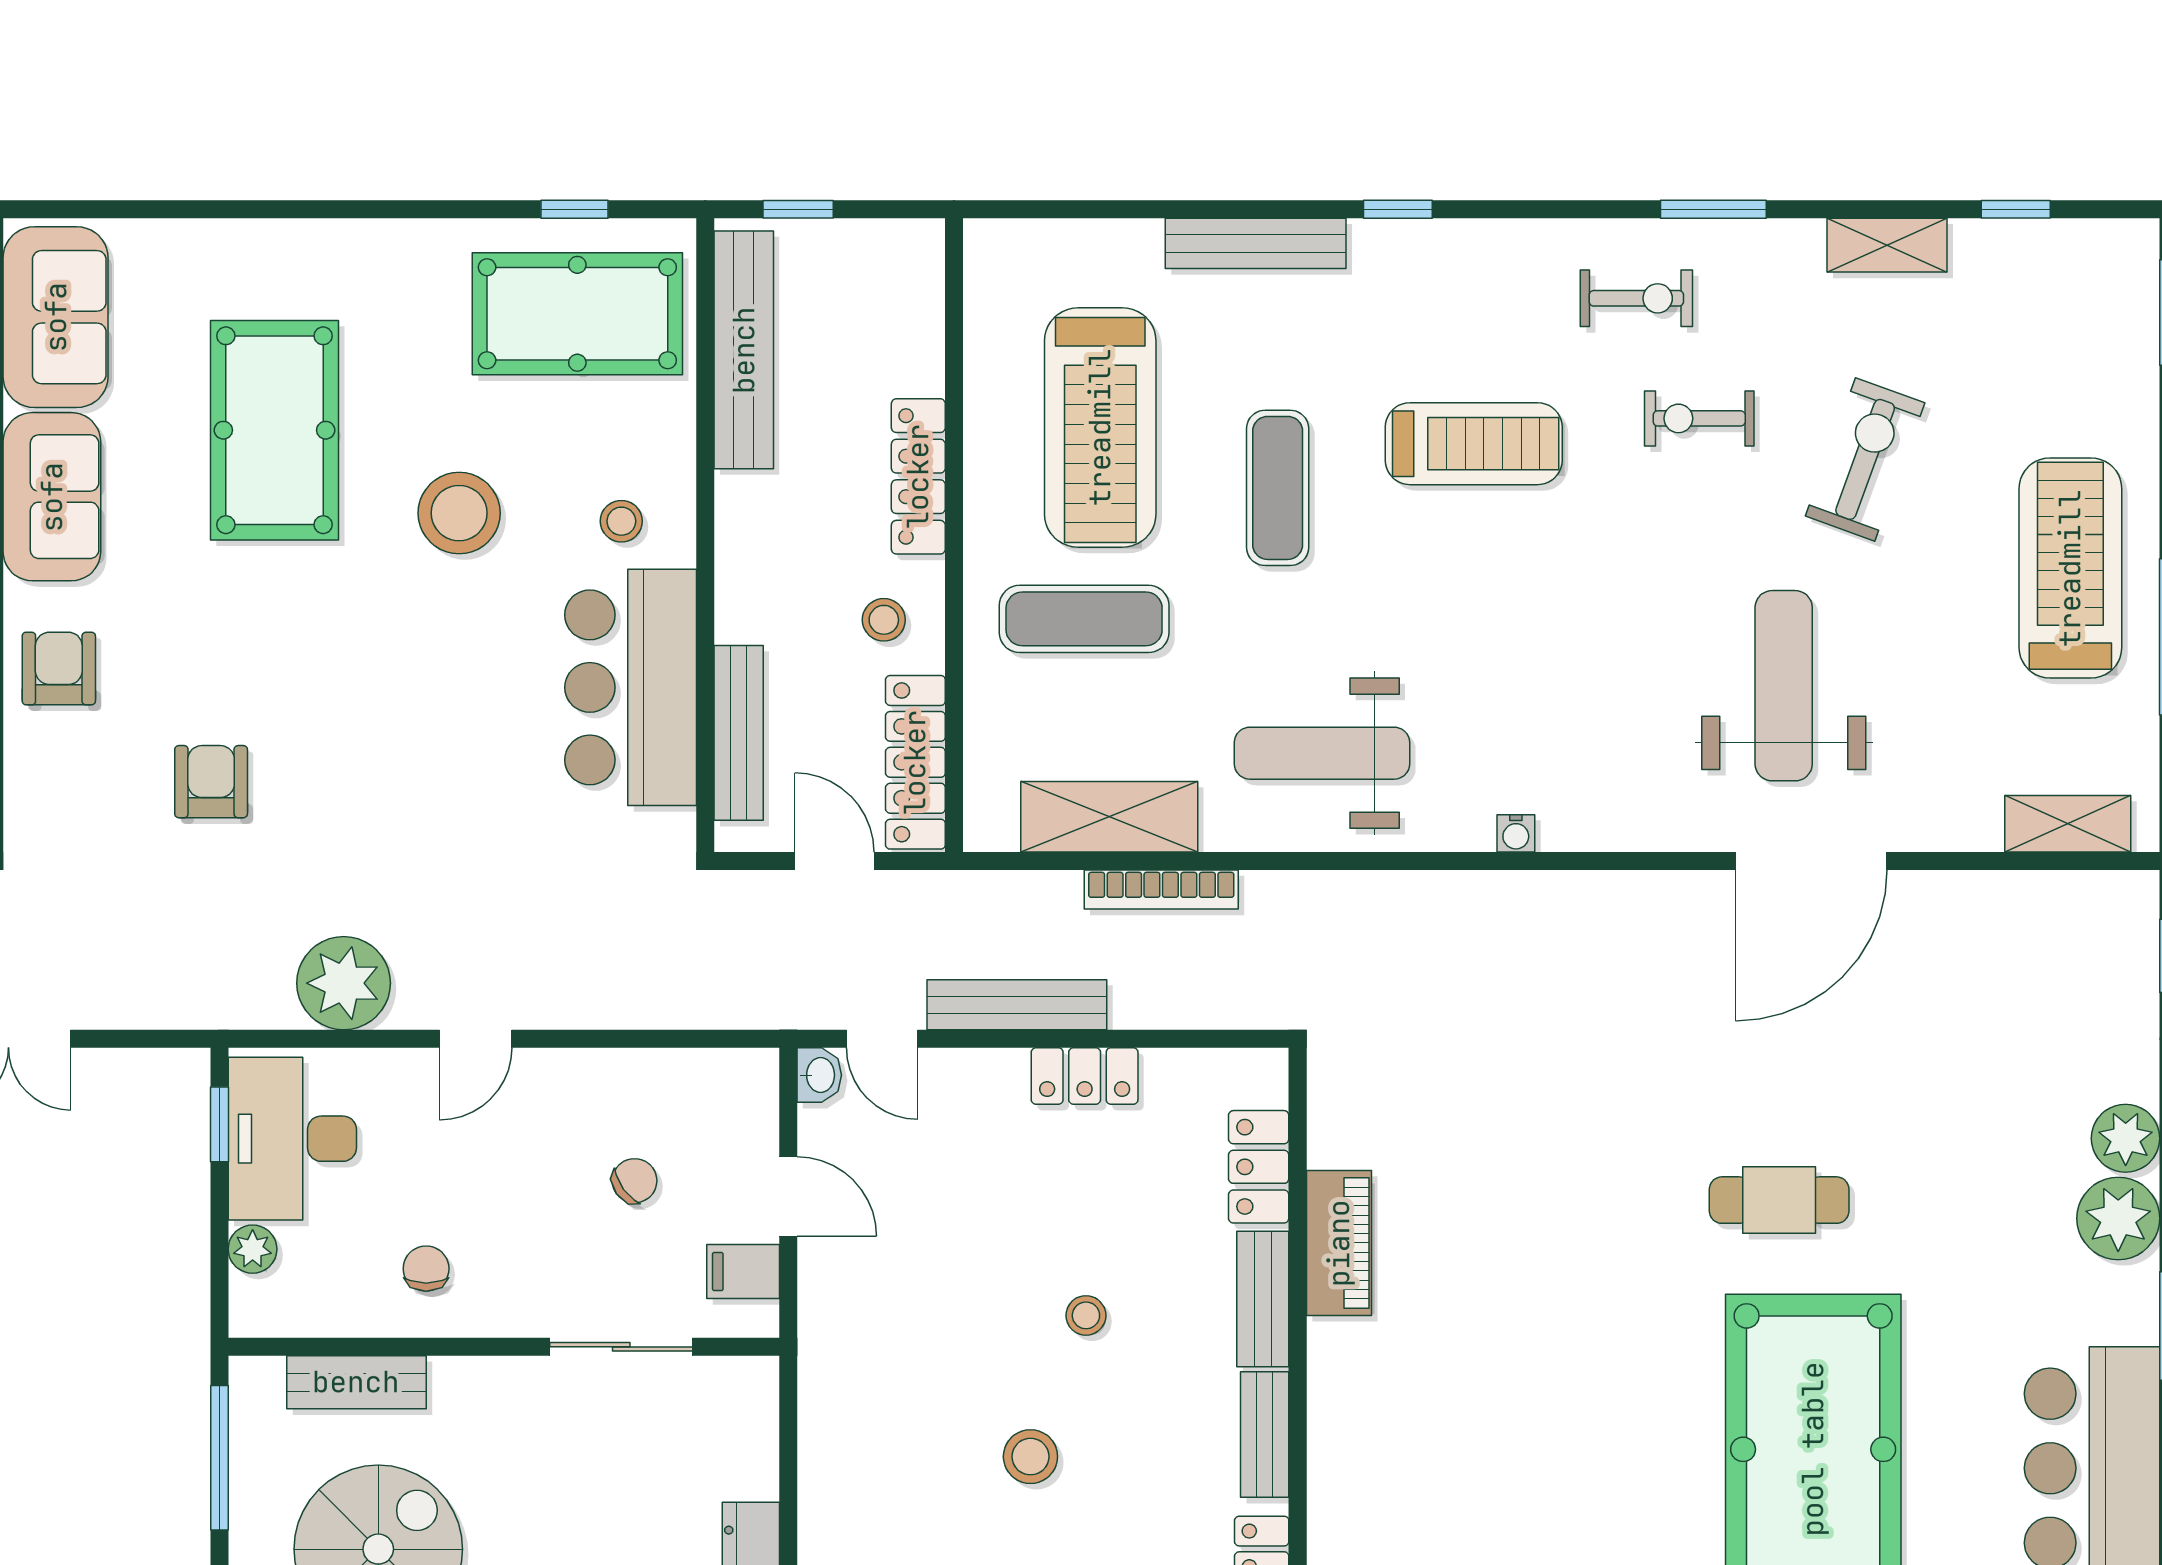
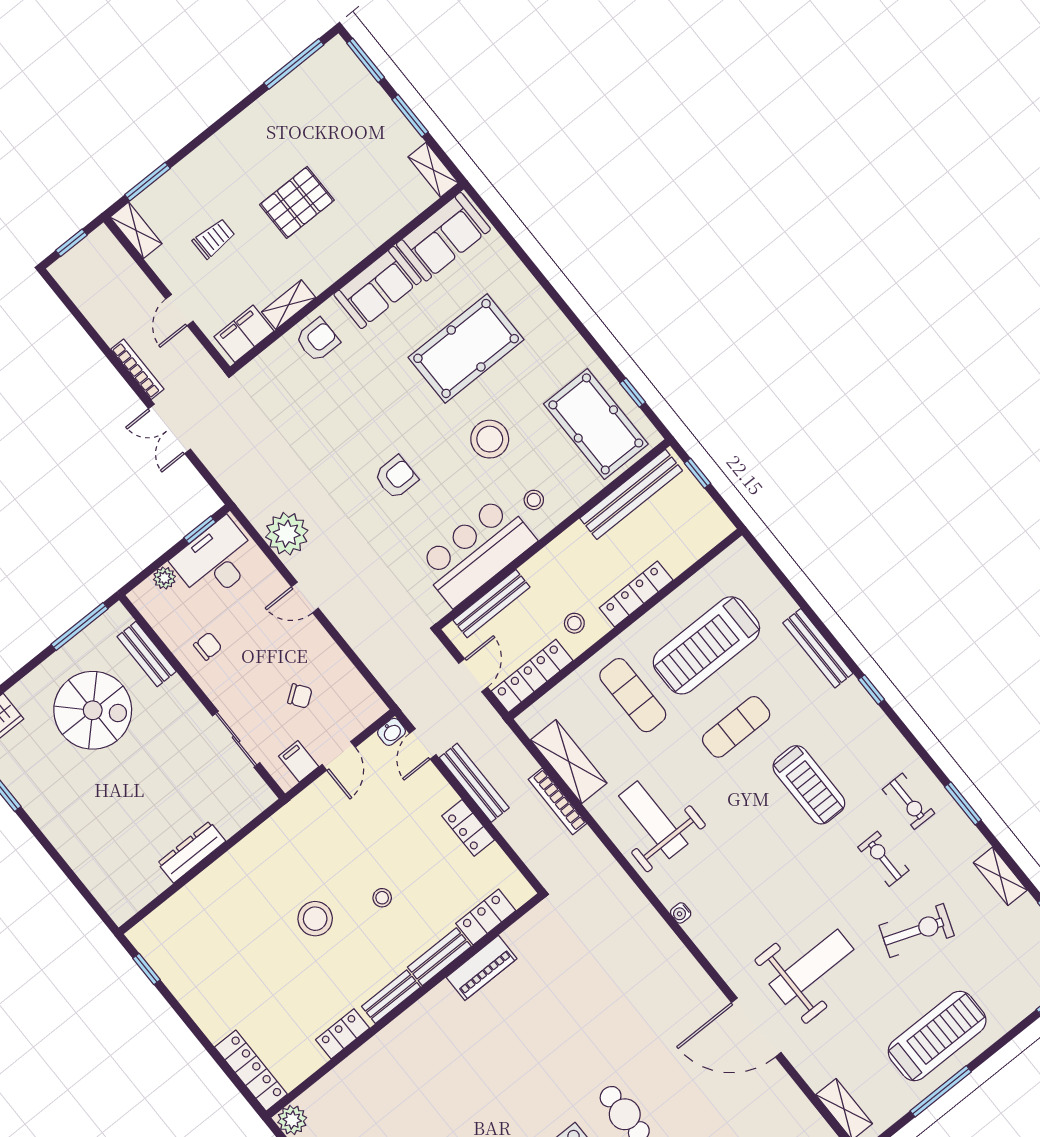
armchair: (211, 782) -> (396, 477), moved
stool: (1030, 1457) -> (315, 919), width x1.38, depth x1.38

